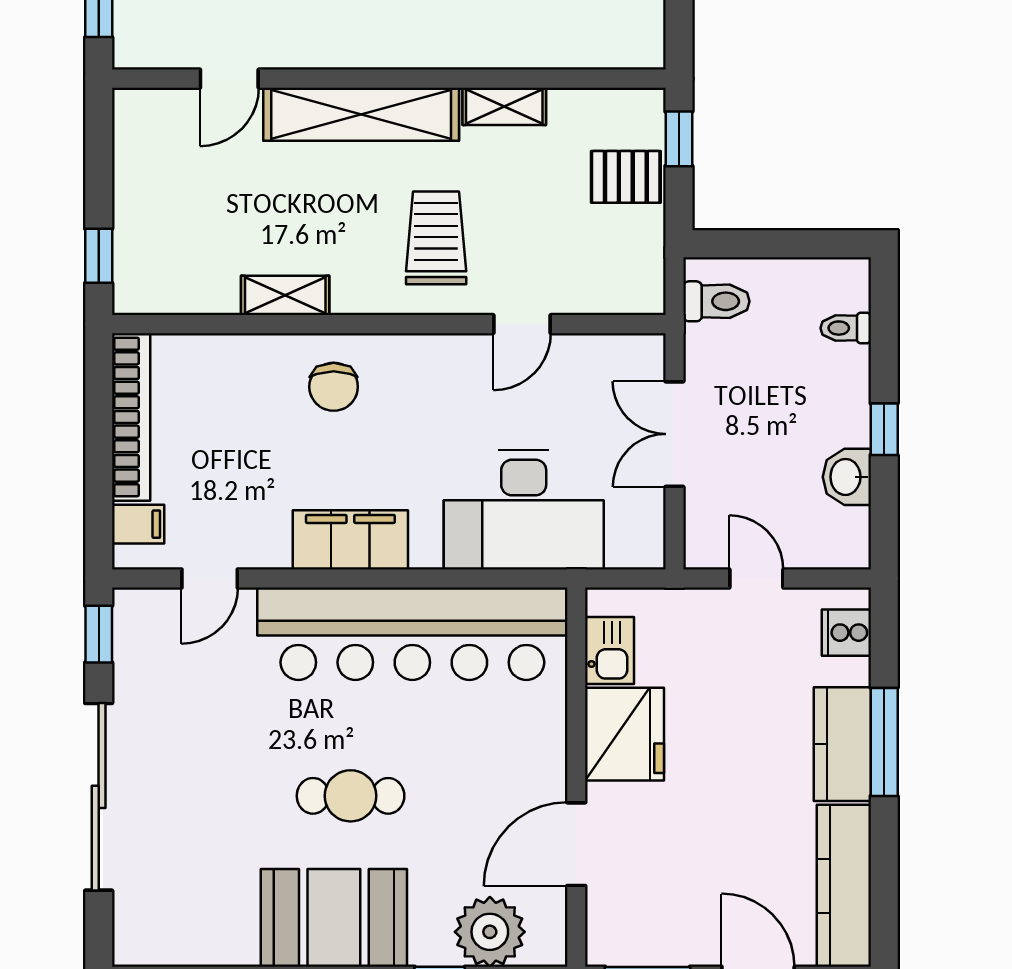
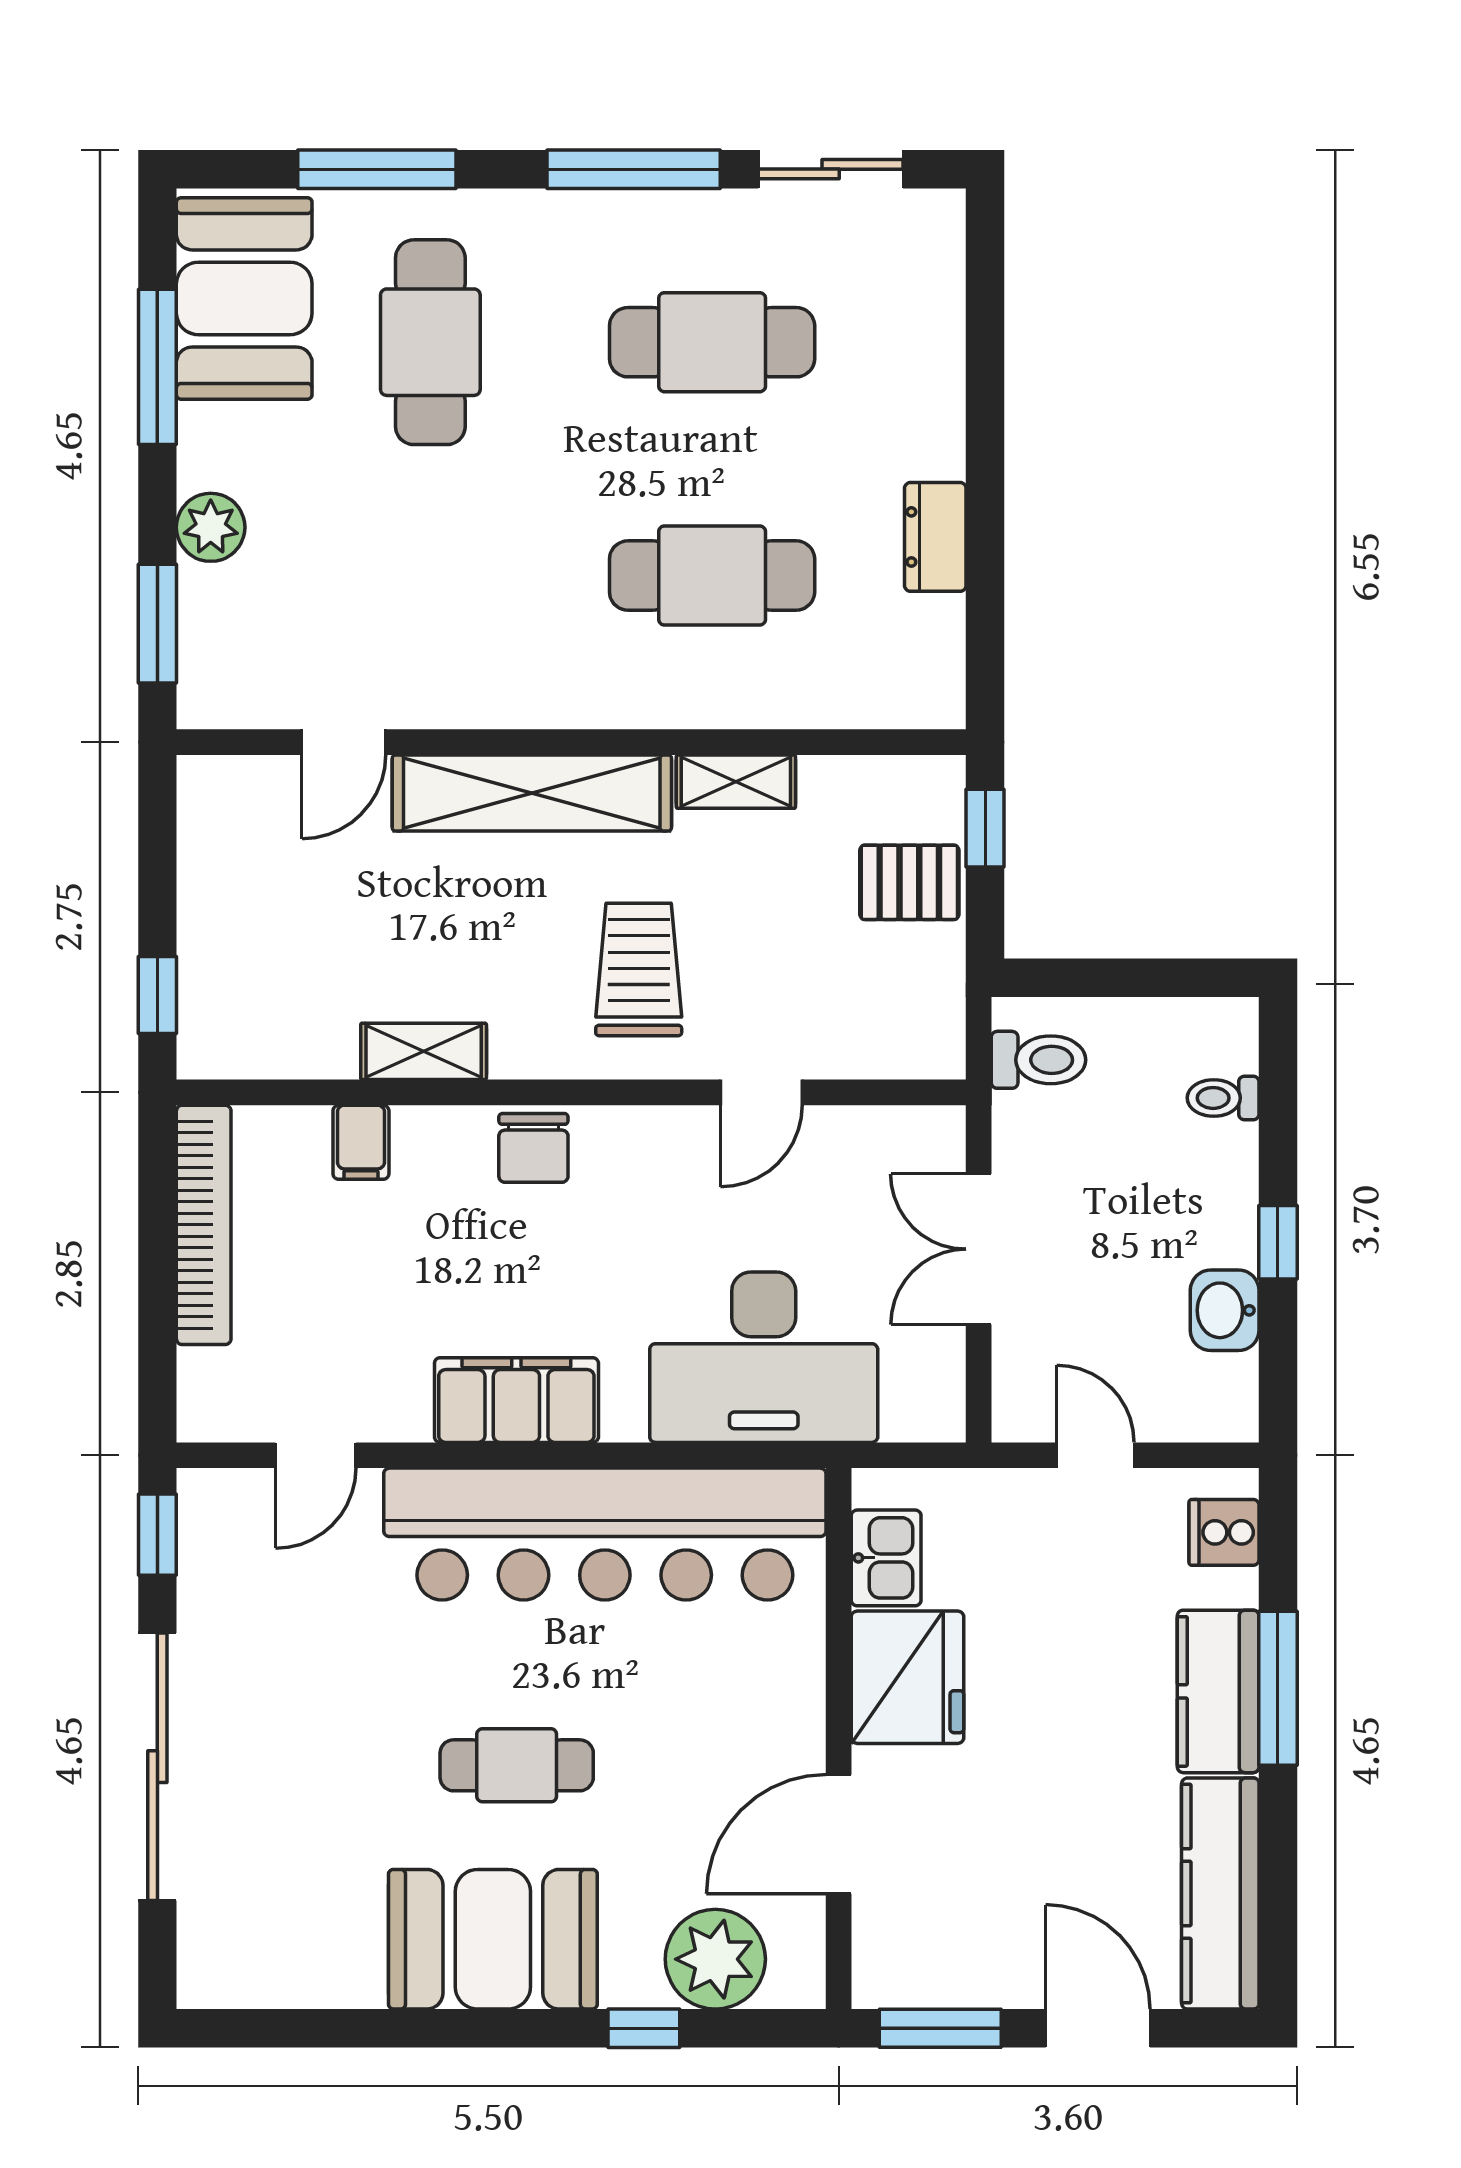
chair: (334, 387) -> (533, 1148), moved
filing cabinet: (138, 524) -> (361, 1142), moved, turned 90

